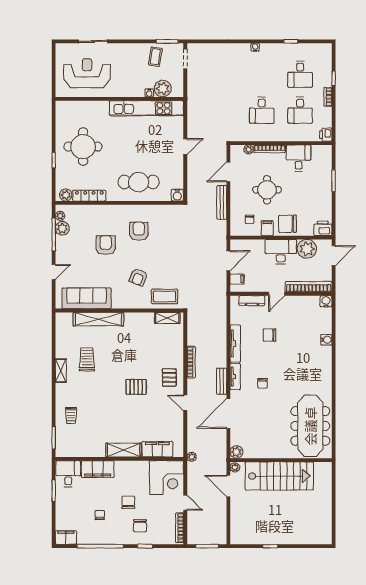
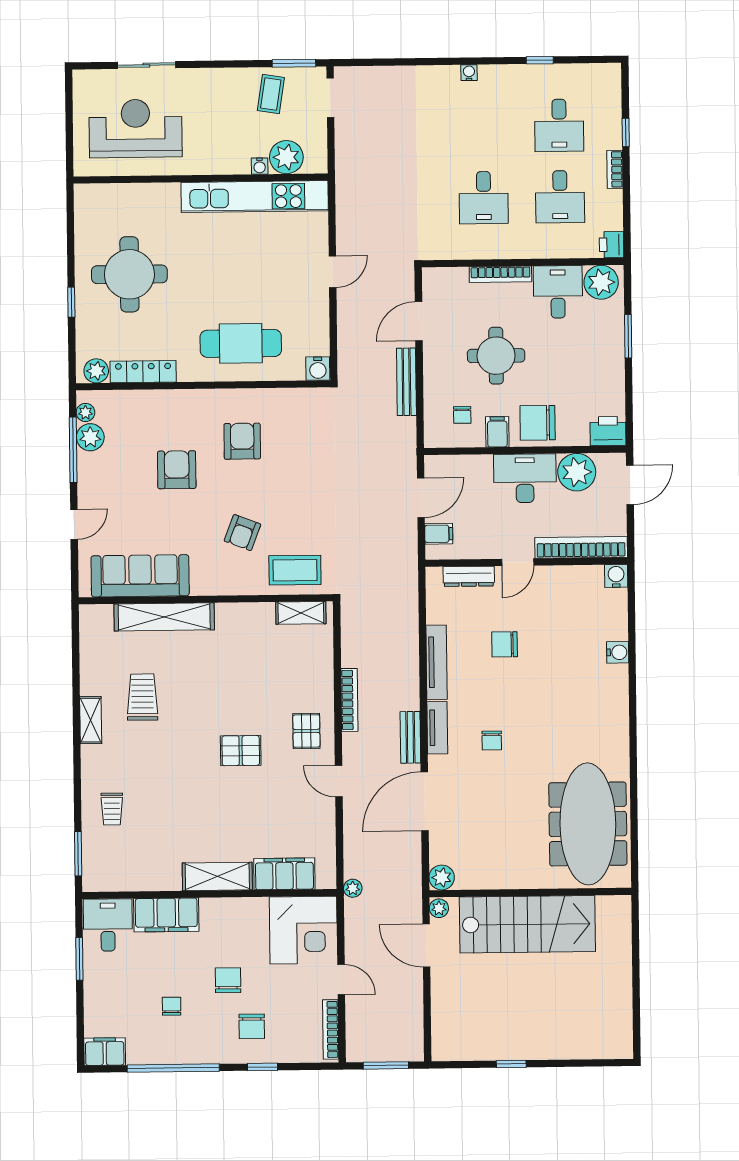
plant: (249, 149) -> (601, 282), moved, width x1.88, depth x1.88

